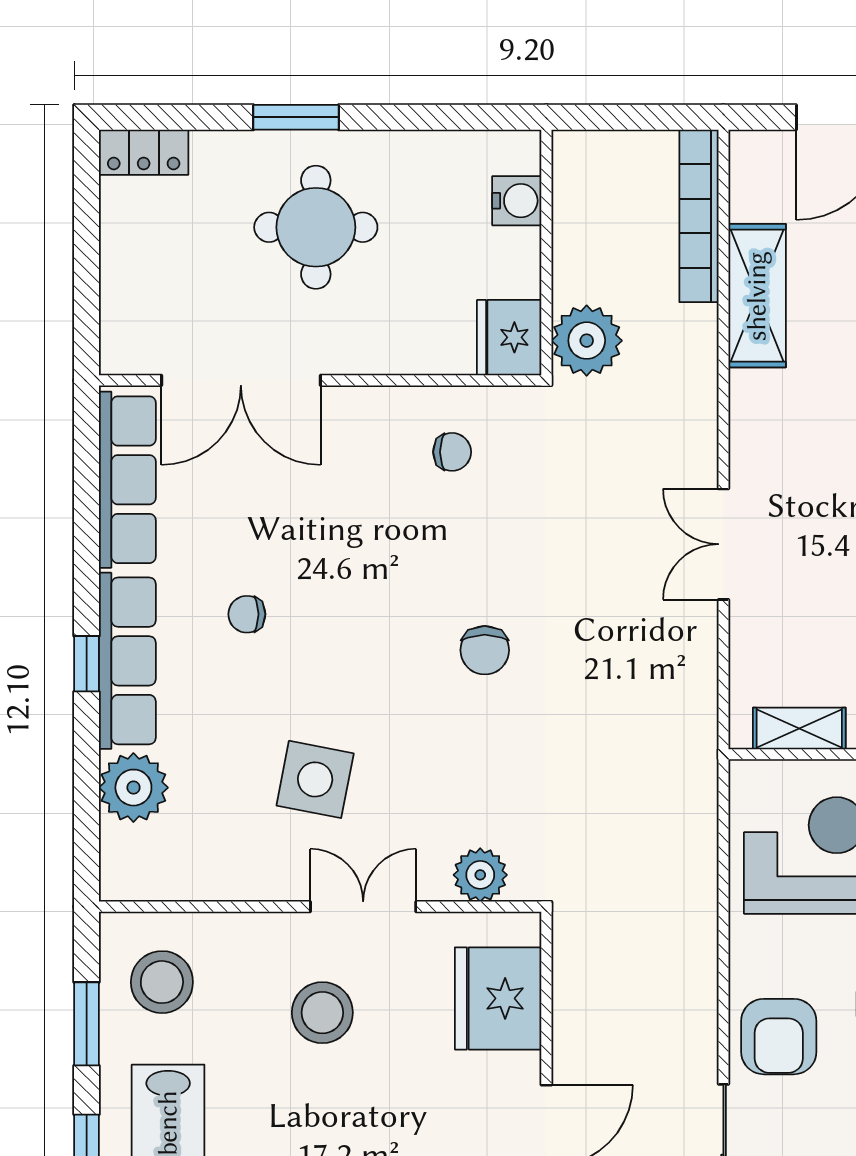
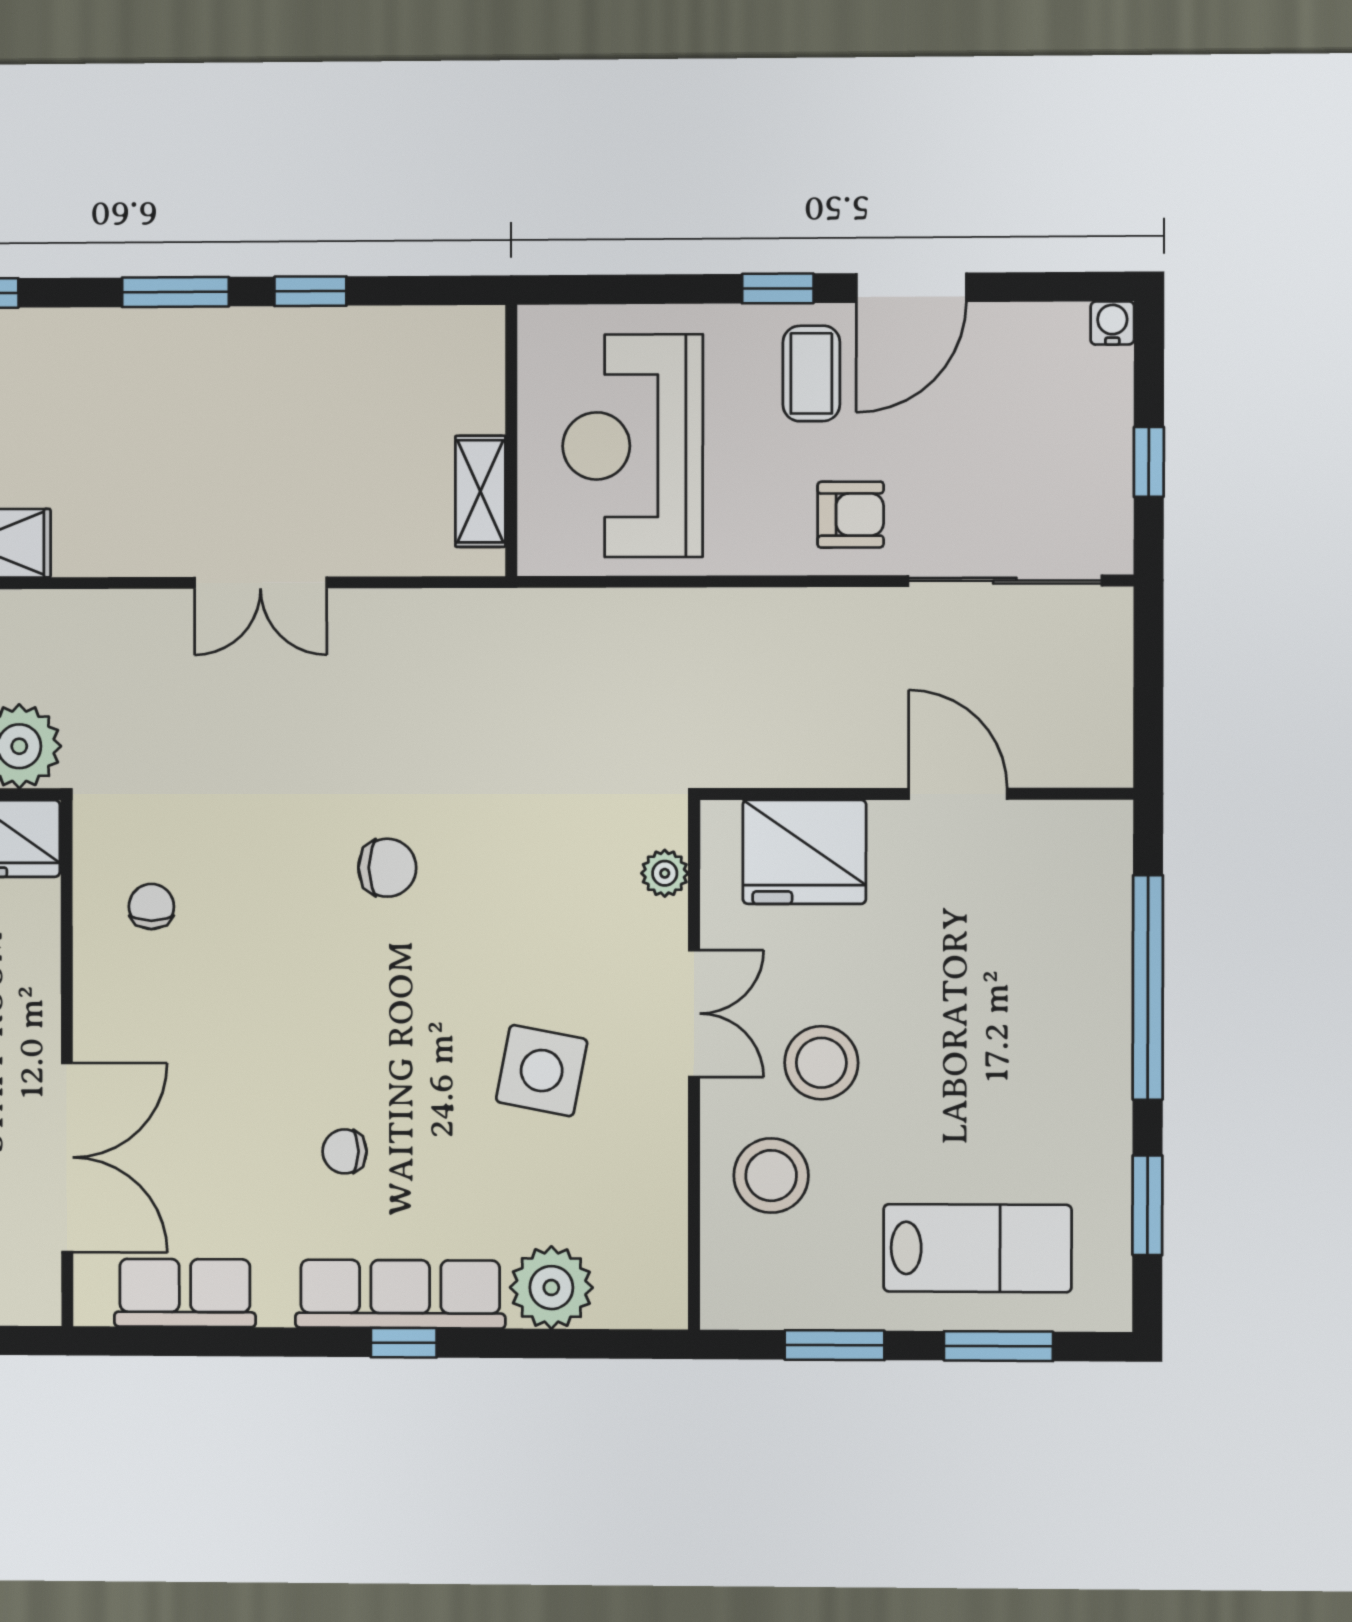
row of seats: (127, 480) -> (185, 1293), width x0.68
chair: (247, 614) -> (345, 1151), turned 90
plant: (480, 875) -> (665, 873), width x0.73, depth x0.73
double door: (363, 907) -> (694, 1014), swing flipped
stool: (162, 982) -> (771, 1176), moved
armchair: (779, 1037) -> (851, 515), width x0.72, depth x0.72

